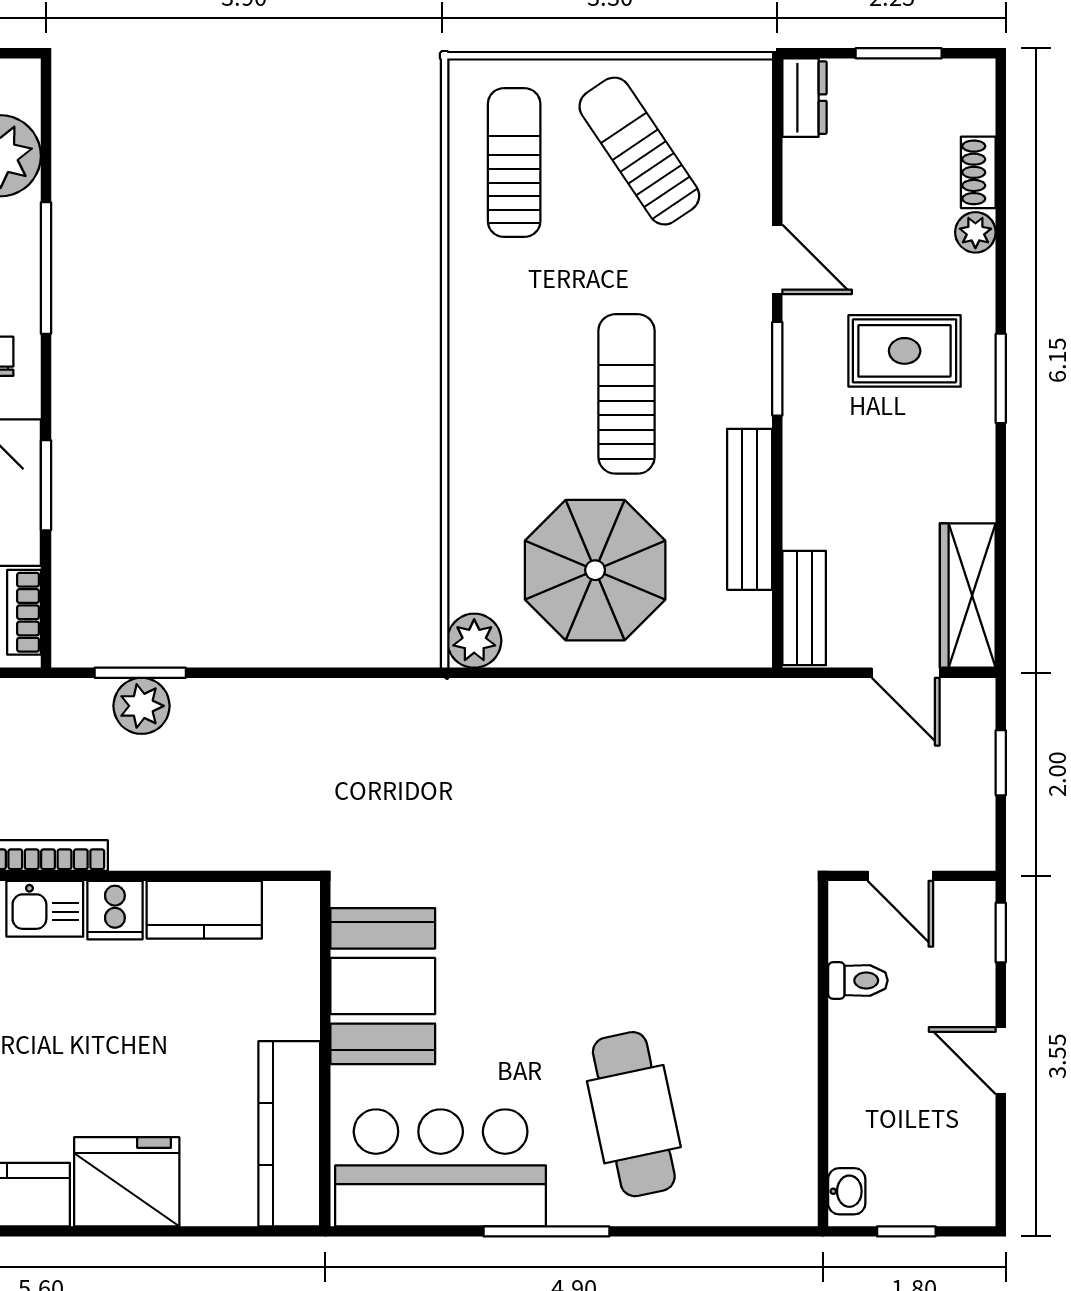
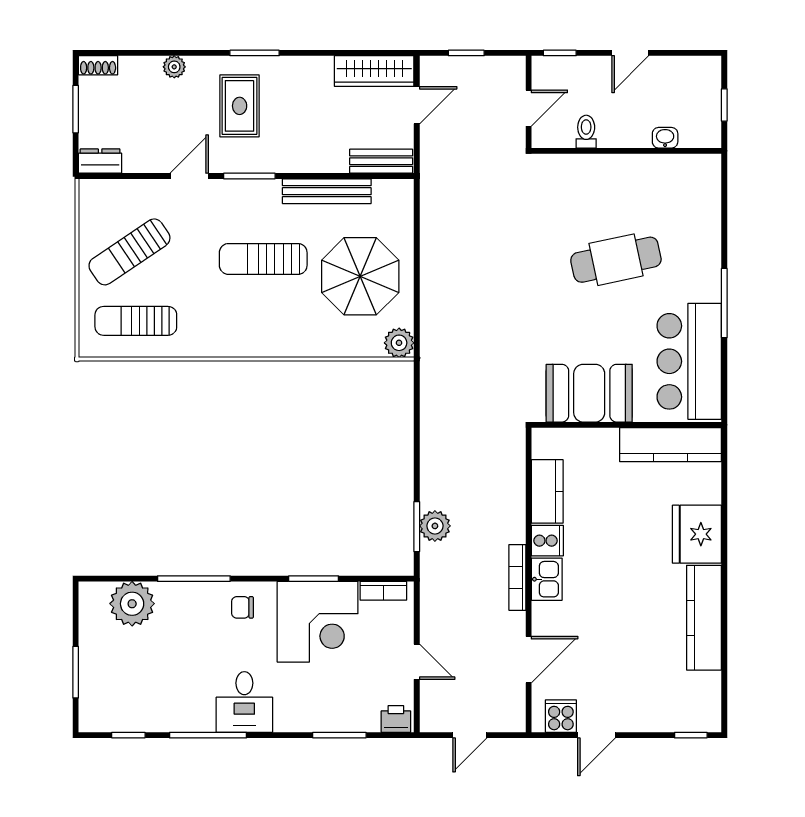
shoe rack: (978, 172) -> (98, 65), moved
cafe table: (634, 1114) -> (616, 260), moved
washbasin: (847, 1191) -> (665, 138), moved

